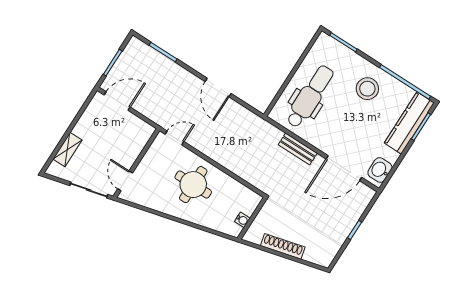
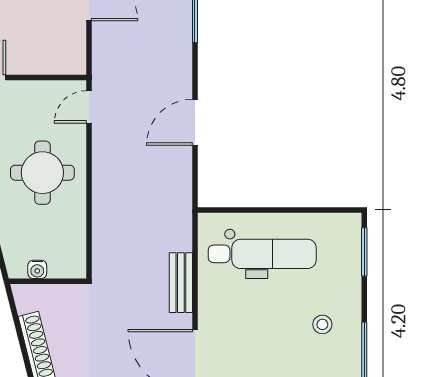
stool: (367, 89) -> (322, 324), width x0.53, depth x0.53
door: (174, 138) -> (89, 107), swing flipped

